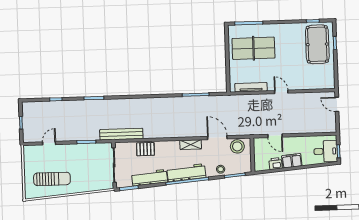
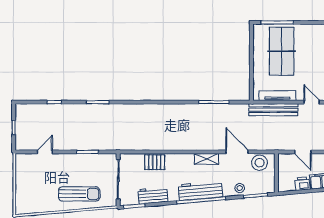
table tennis table: (253, 48) -> (282, 51), turned 90
bench: (121, 134) -> (273, 110), moved
workbench: (150, 178) -> (153, 196), width x0.73
sun lounger: (52, 179) -> (79, 194), moved

